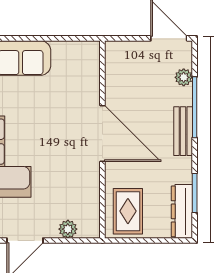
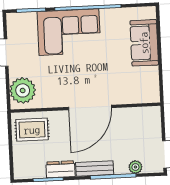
dresser: (182, 211) -> (60, 169), moved, width x0.70
plant: (68, 229) -> (23, 90), width x1.87, depth x1.87

